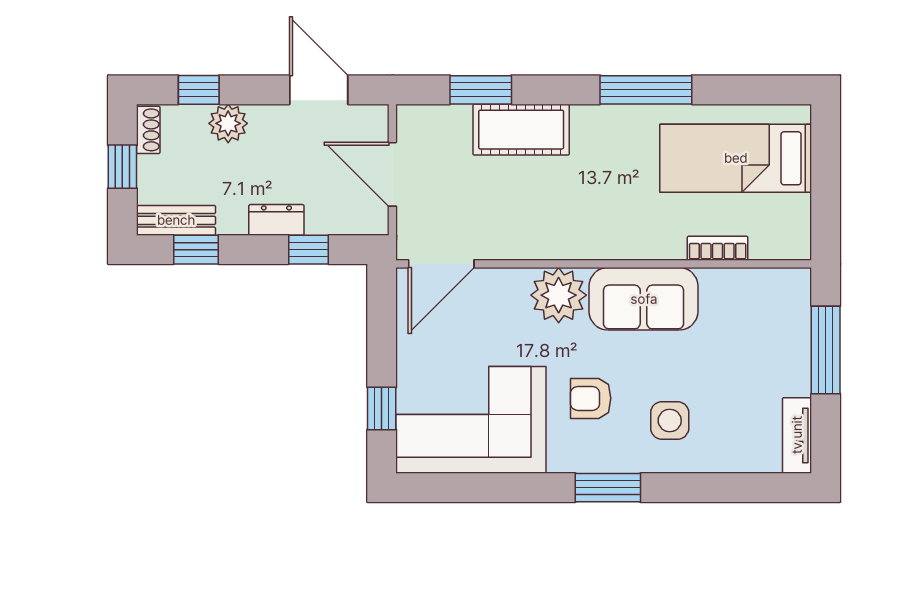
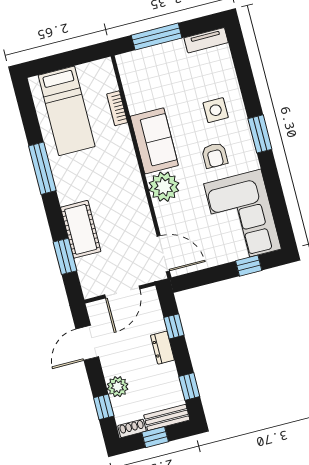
bench: (176, 220) -> (167, 417), moved, turned 90

